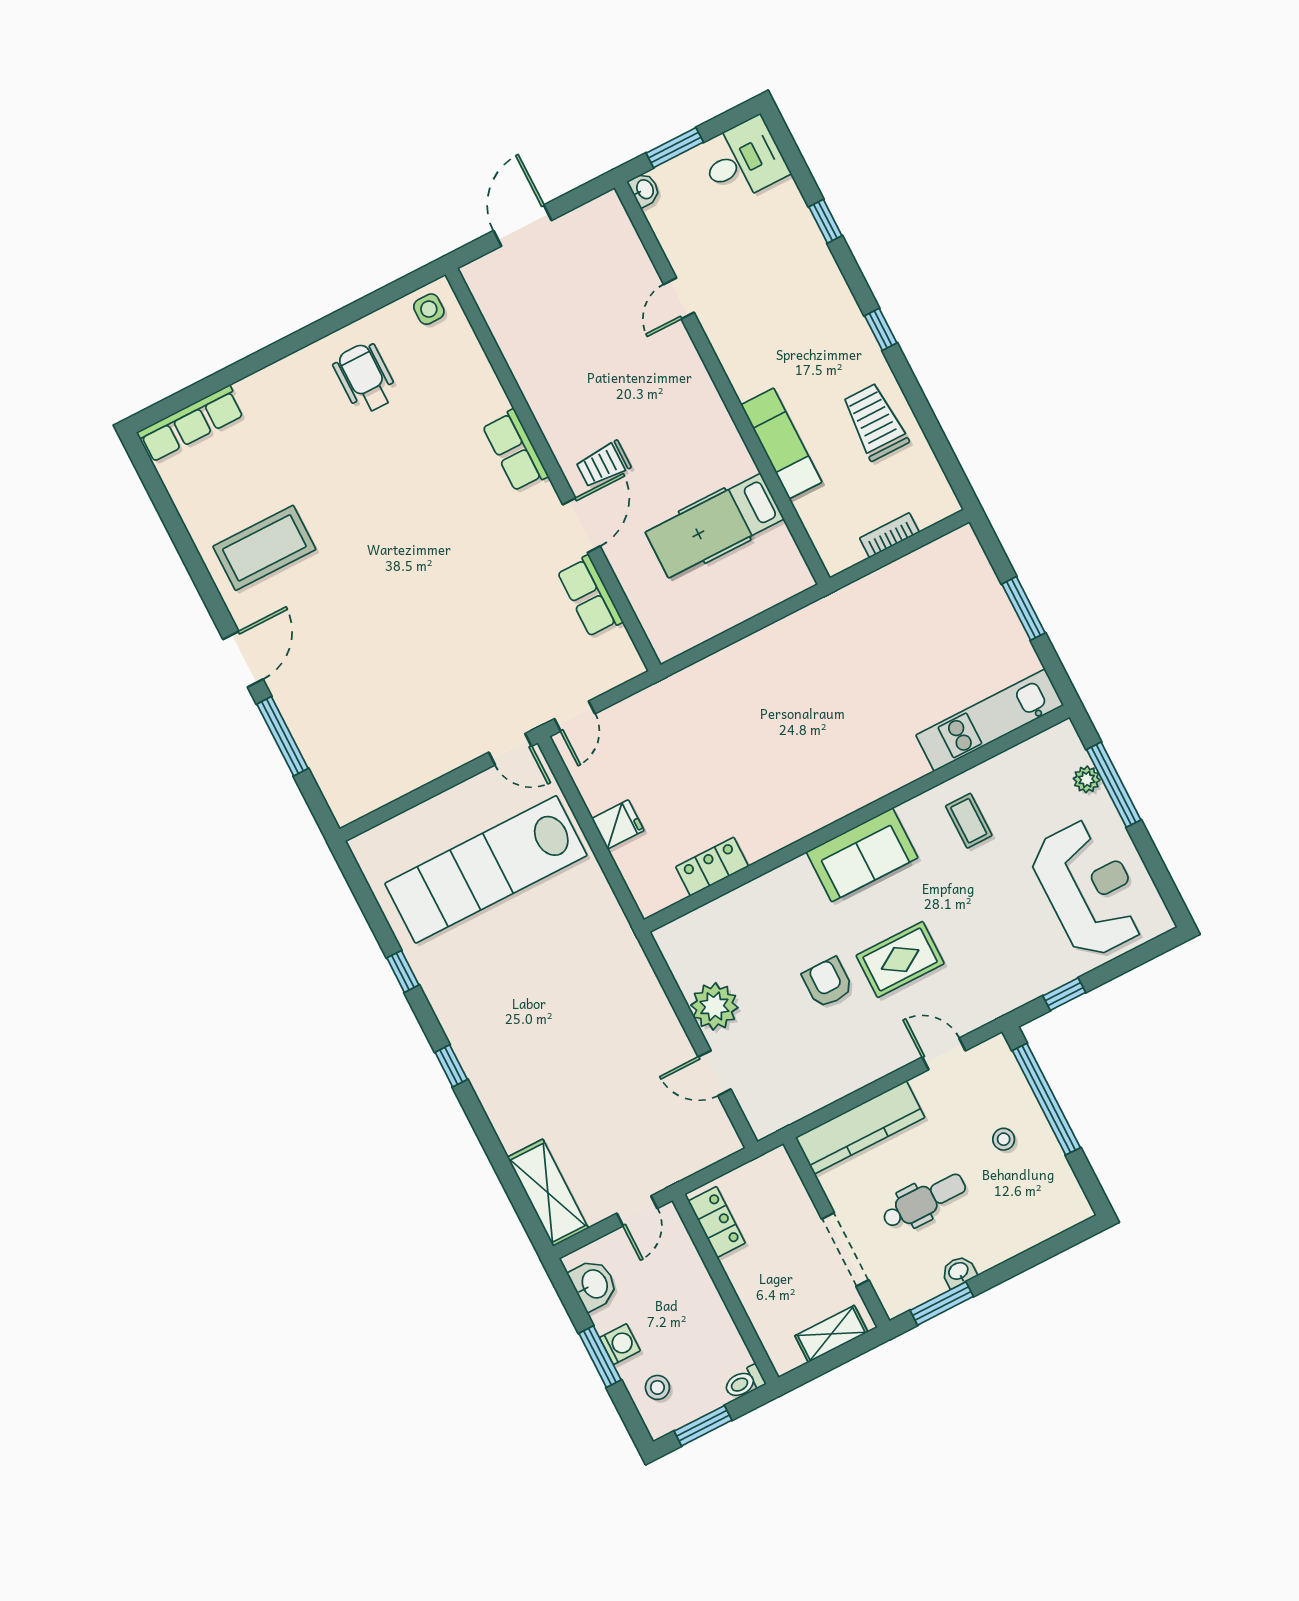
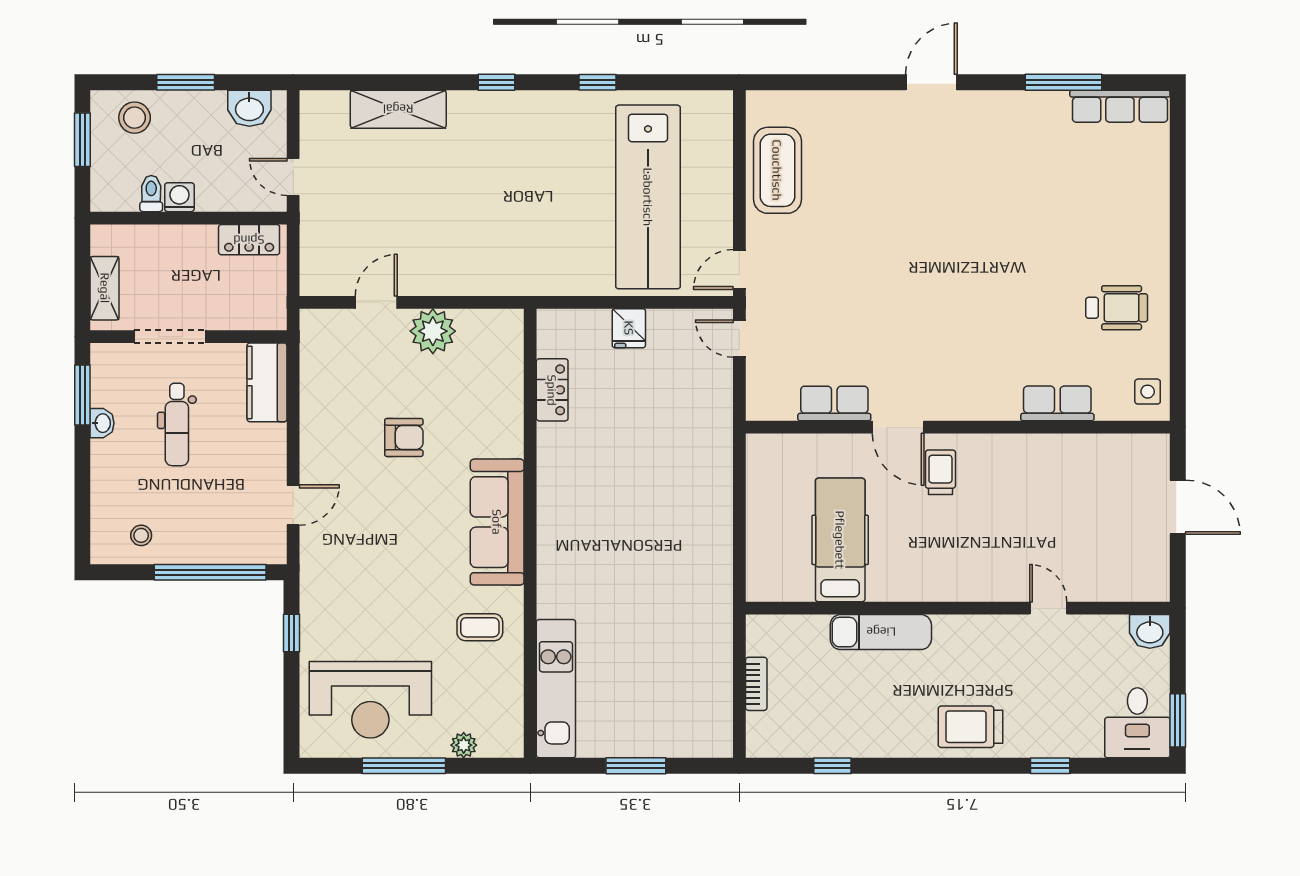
window: (675, 148) -> (1178, 720), moved
washbasin: (644, 190) -> (1150, 631), width x1.38, depth x1.45
window: (881, 329) -> (832, 766), moved
trolley: (875, 422) -> (970, 727), moved, turned 180
row of seats: (191, 424) -> (1120, 106), moved, turned -90
row of seats: (515, 451) -> (1057, 403), moved
coffee table: (264, 548) -> (777, 170), moved
door: (243, 659) -> (931, 82), swing flipped
window: (283, 736) -> (1064, 82), moved
window: (1114, 785) -> (404, 766), moved
sofa: (862, 855) -> (497, 522), width x1.36
lab bench: (486, 869) -> (648, 197), turned 180
rug: (900, 960) -> (392, 509), removed
kitchen counter: (860, 1127) -> (267, 382), width x0.67
stool: (1004, 1139) -> (141, 535), moved
shelving: (548, 1193) -> (398, 109), moved
washing machine: (620, 1344) -> (179, 197), moved, turned 180
toilet: (744, 1382) -> (151, 194), moved
stool: (657, 1387) -> (135, 118), width x1.37, depth x1.37

